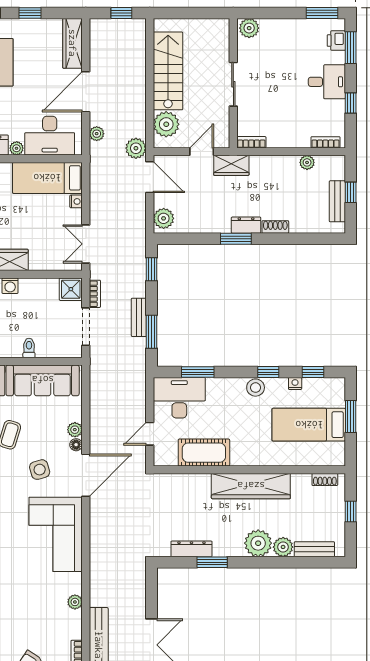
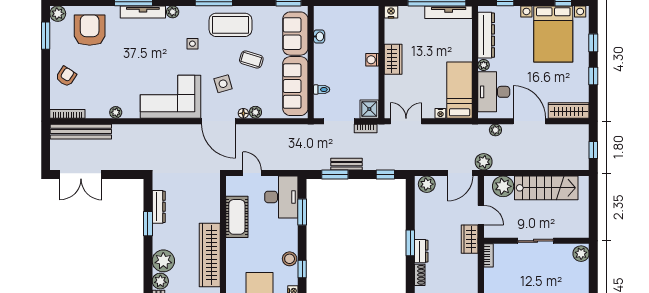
toilet: (29, 348) -> (322, 90), moved

